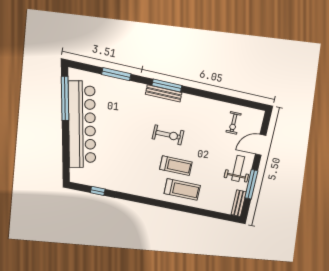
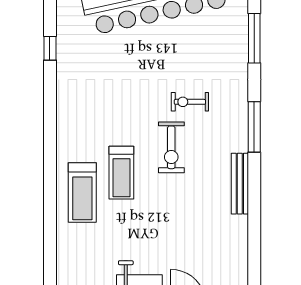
bench: (164, 93) -> (240, 184), moved
exercise bike: (234, 123) -> (190, 102), moved

